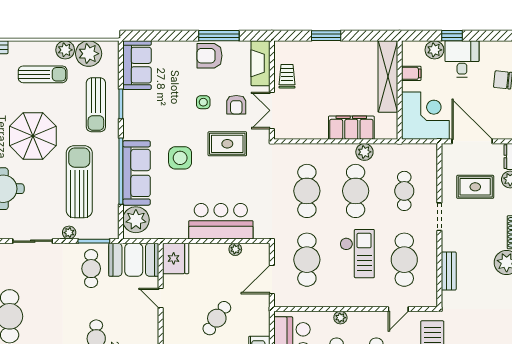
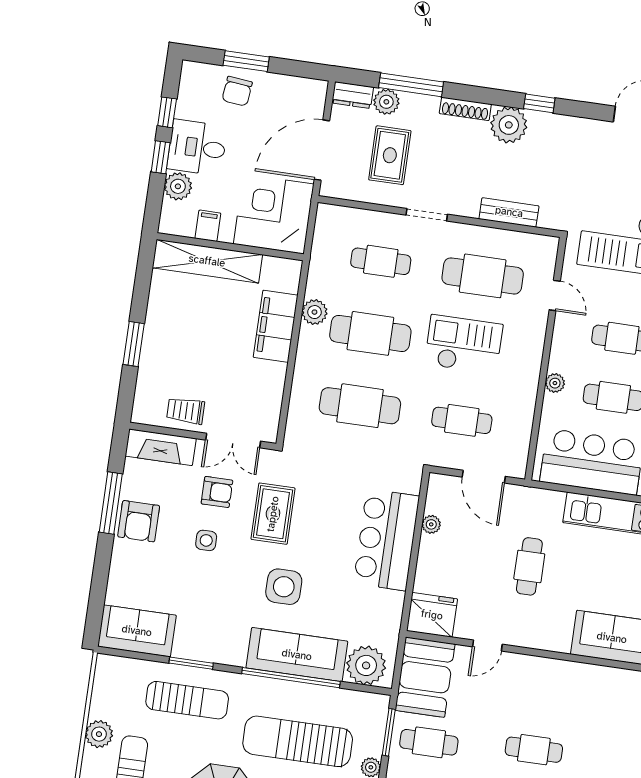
window: (482, 36) -> (167, 112), added
plant: (89, 54) -> (110, 700), removed
cafe table: (307, 260) -> (462, 420), width x0.73, depth x0.74
cafe table: (217, 318) -> (529, 566), turned 55

